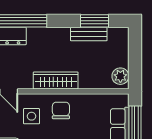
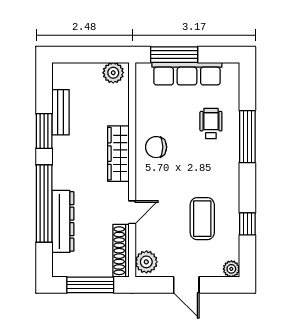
window: (94, 21) -> (44, 131), moved
side table: (31, 116) -> (163, 184), removed

